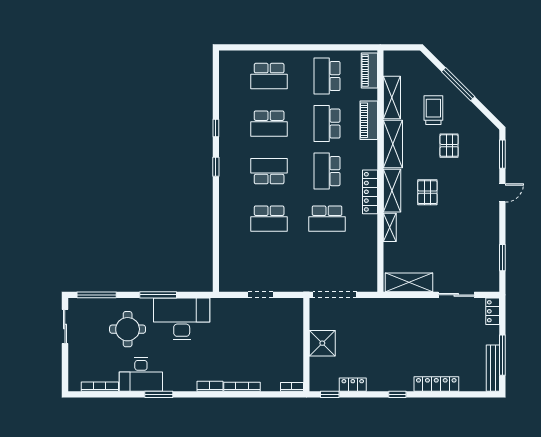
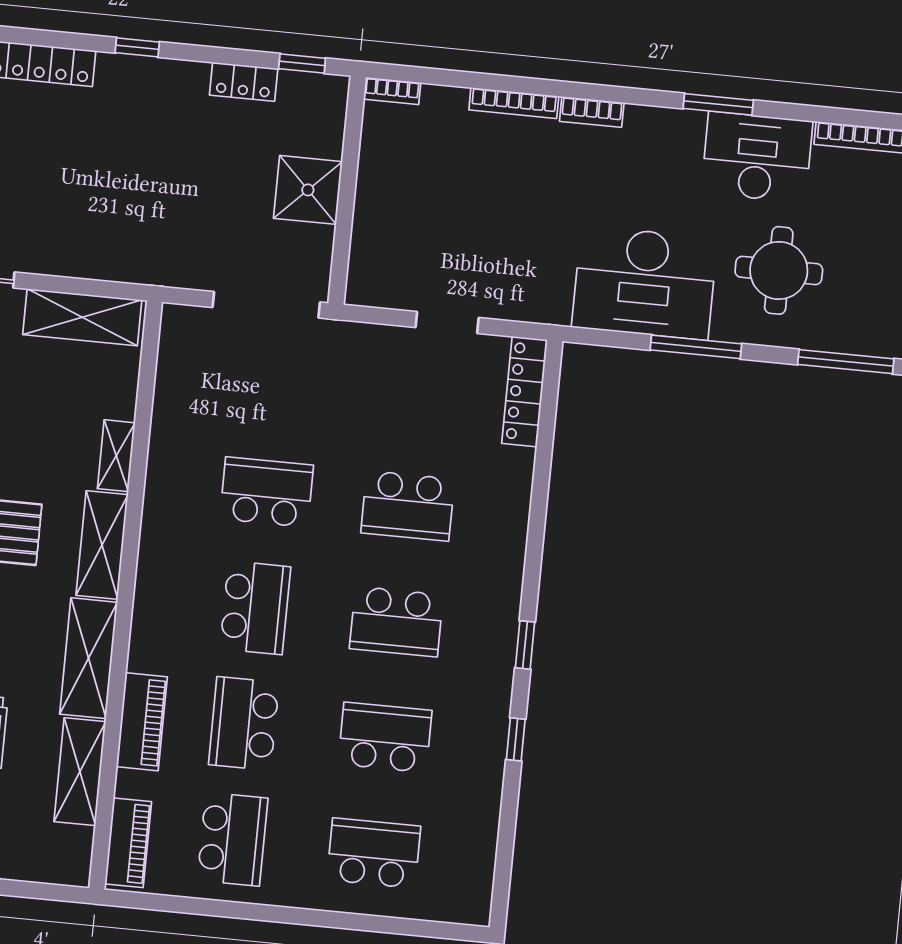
school desk: (327, 124) -> (244, 723), turned 180
locker: (370, 192) -> (524, 392), moved, turned 180
school desk: (269, 219) -> (408, 506), turned 180

